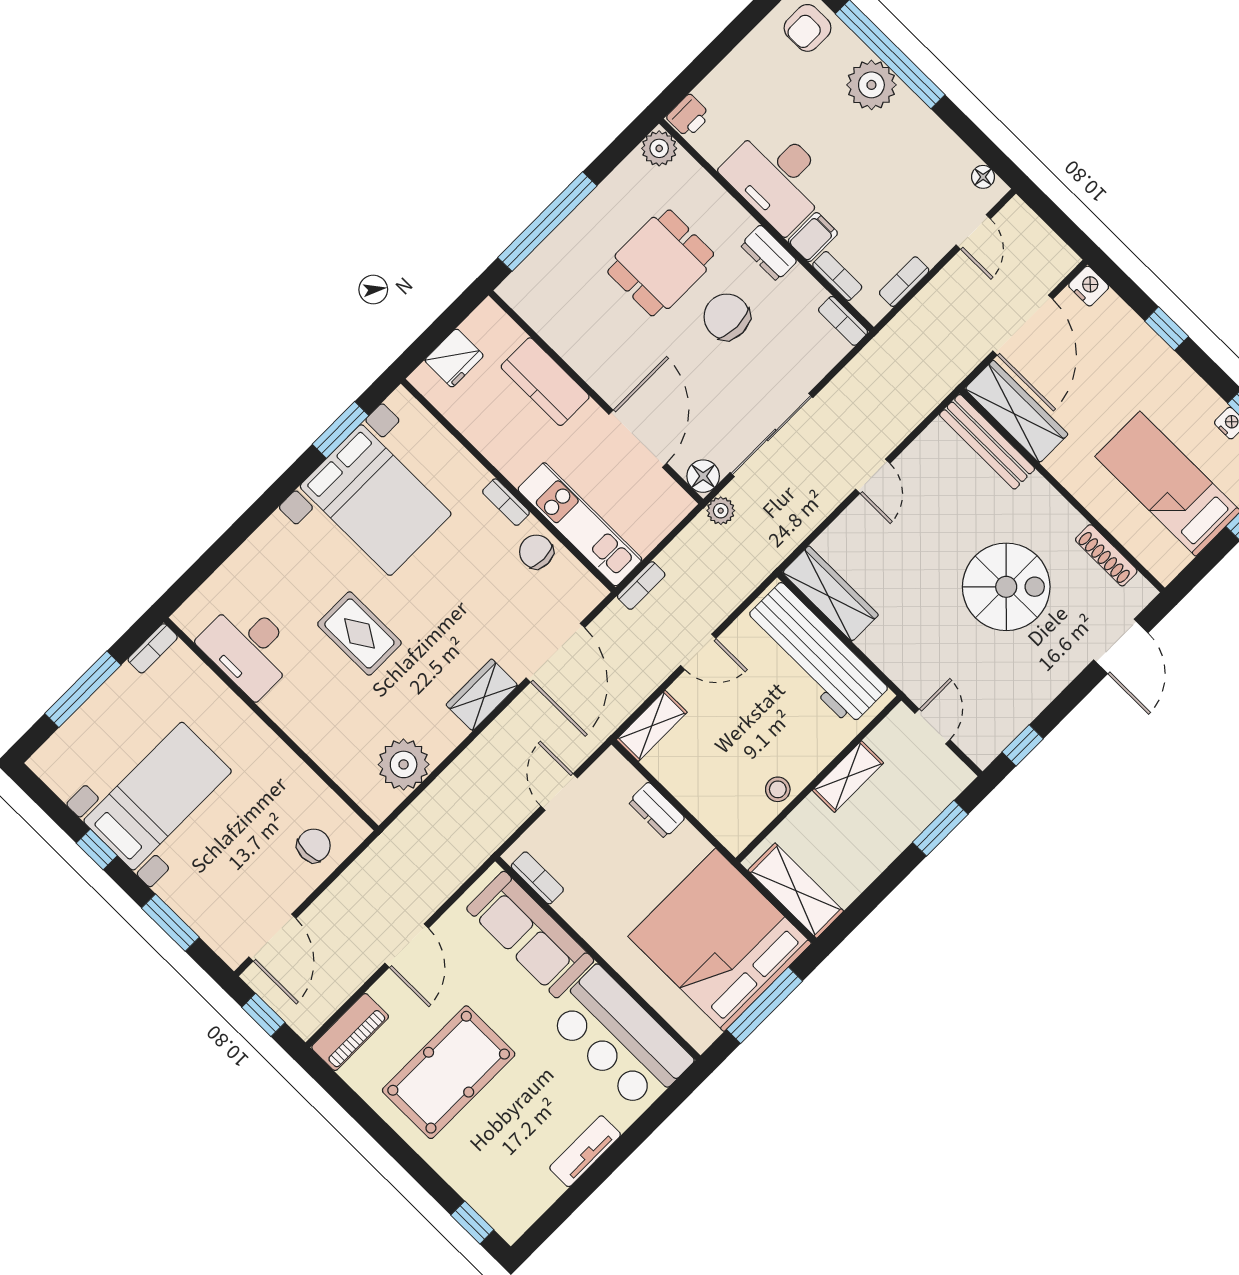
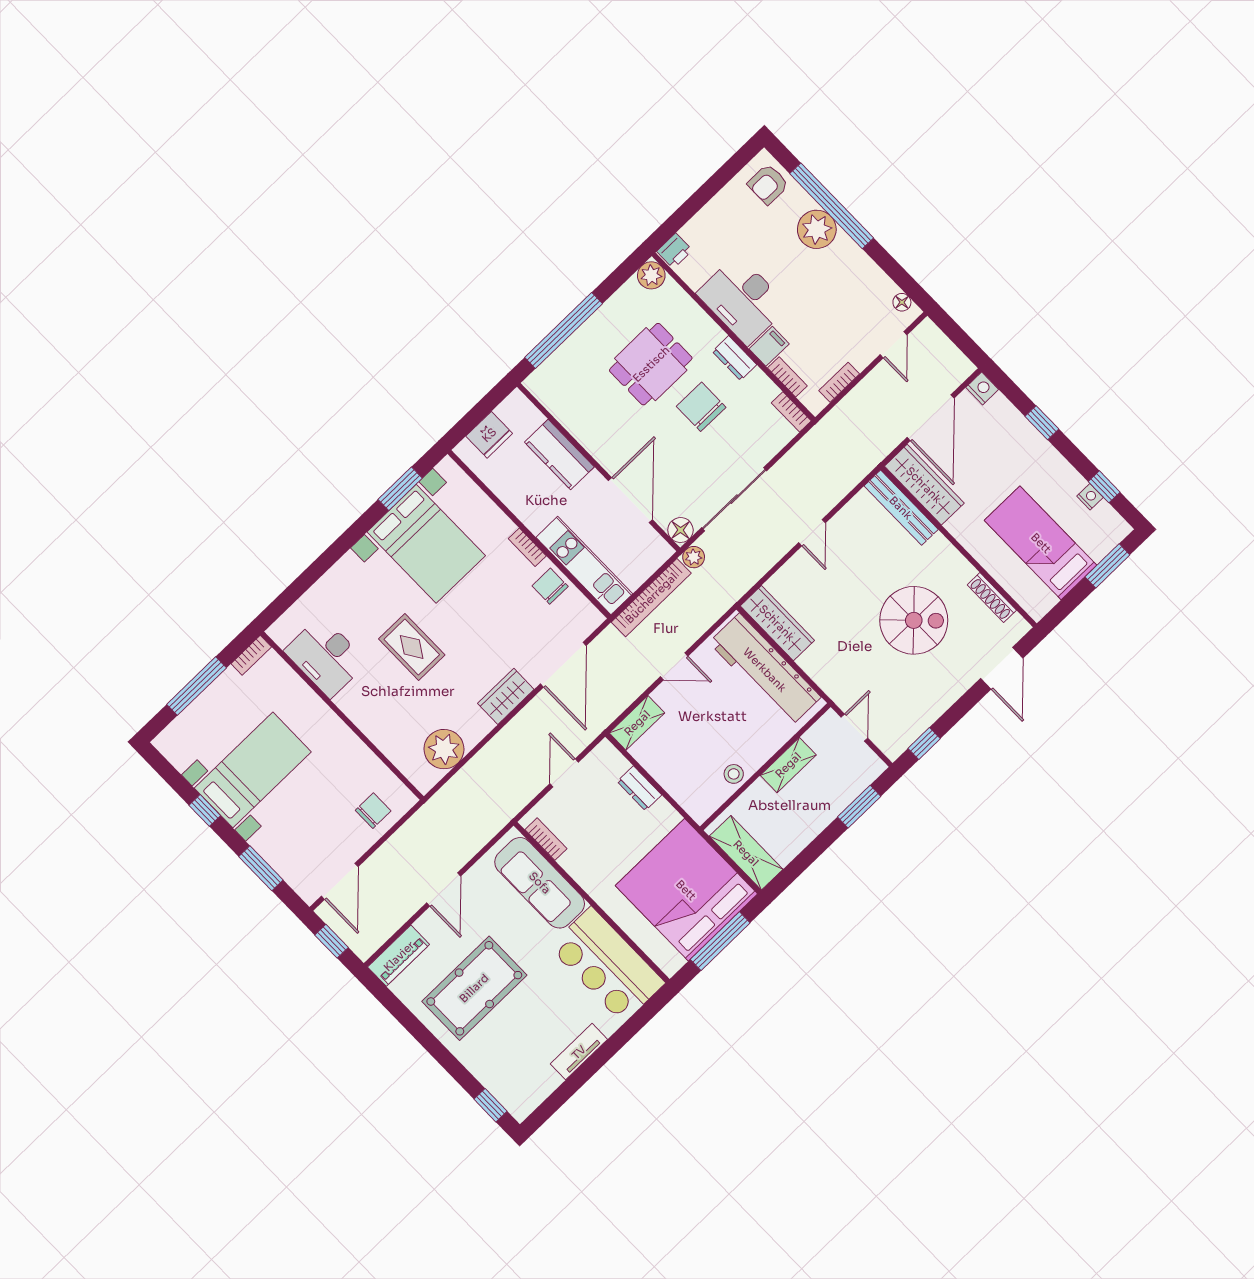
bookcase: (641, 586) -> (651, 598), width x2.31, depth x1.31

